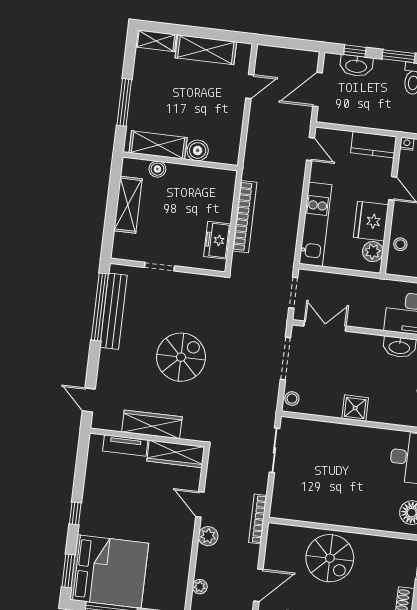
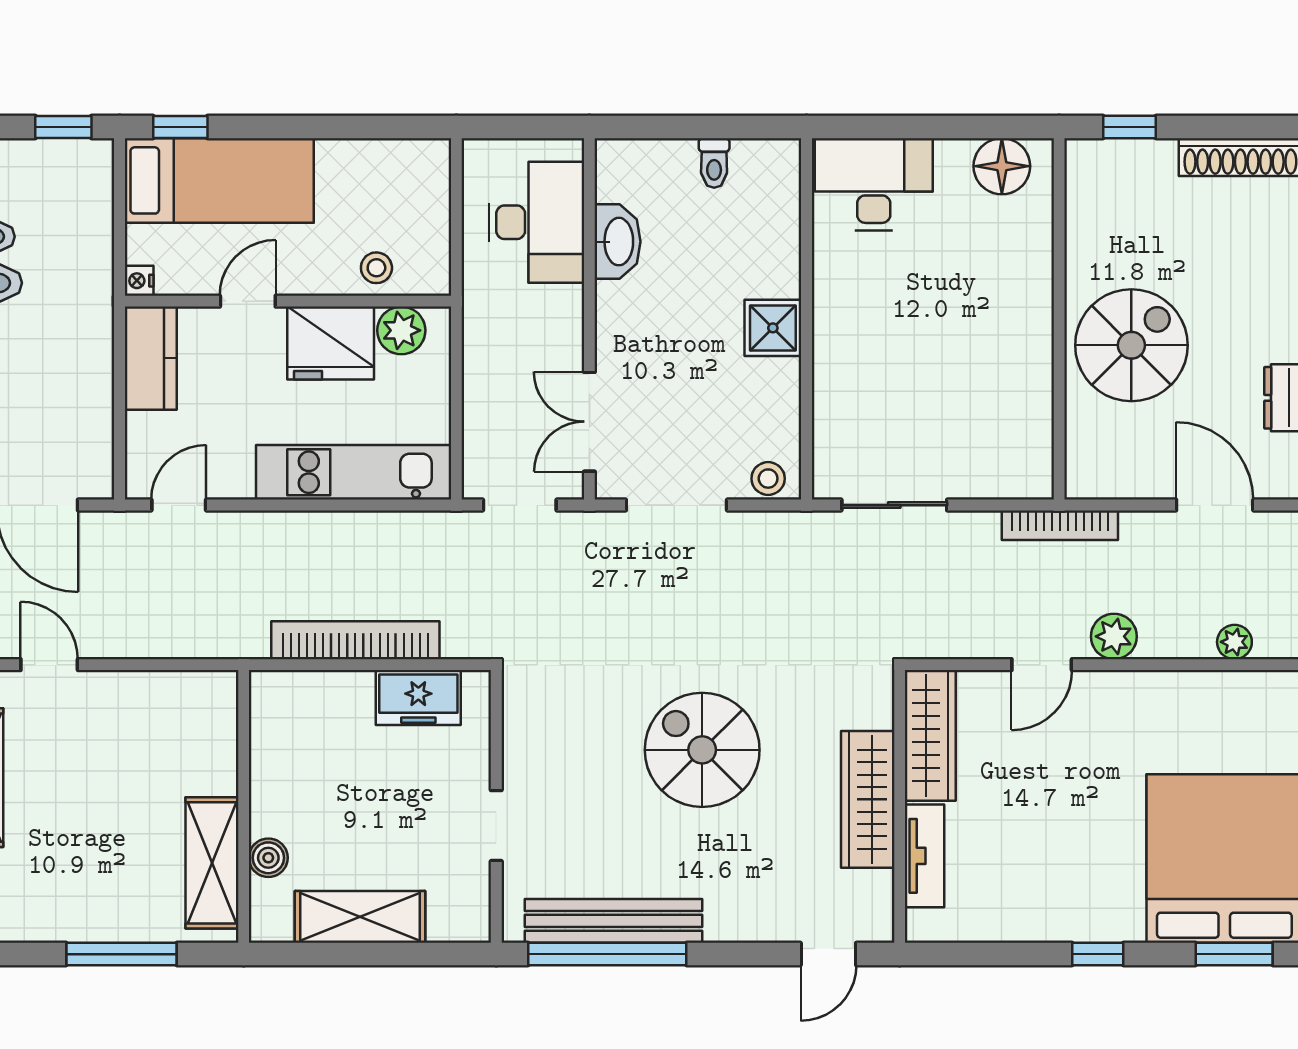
boiler: (198, 150) -> (214, 769), removed

